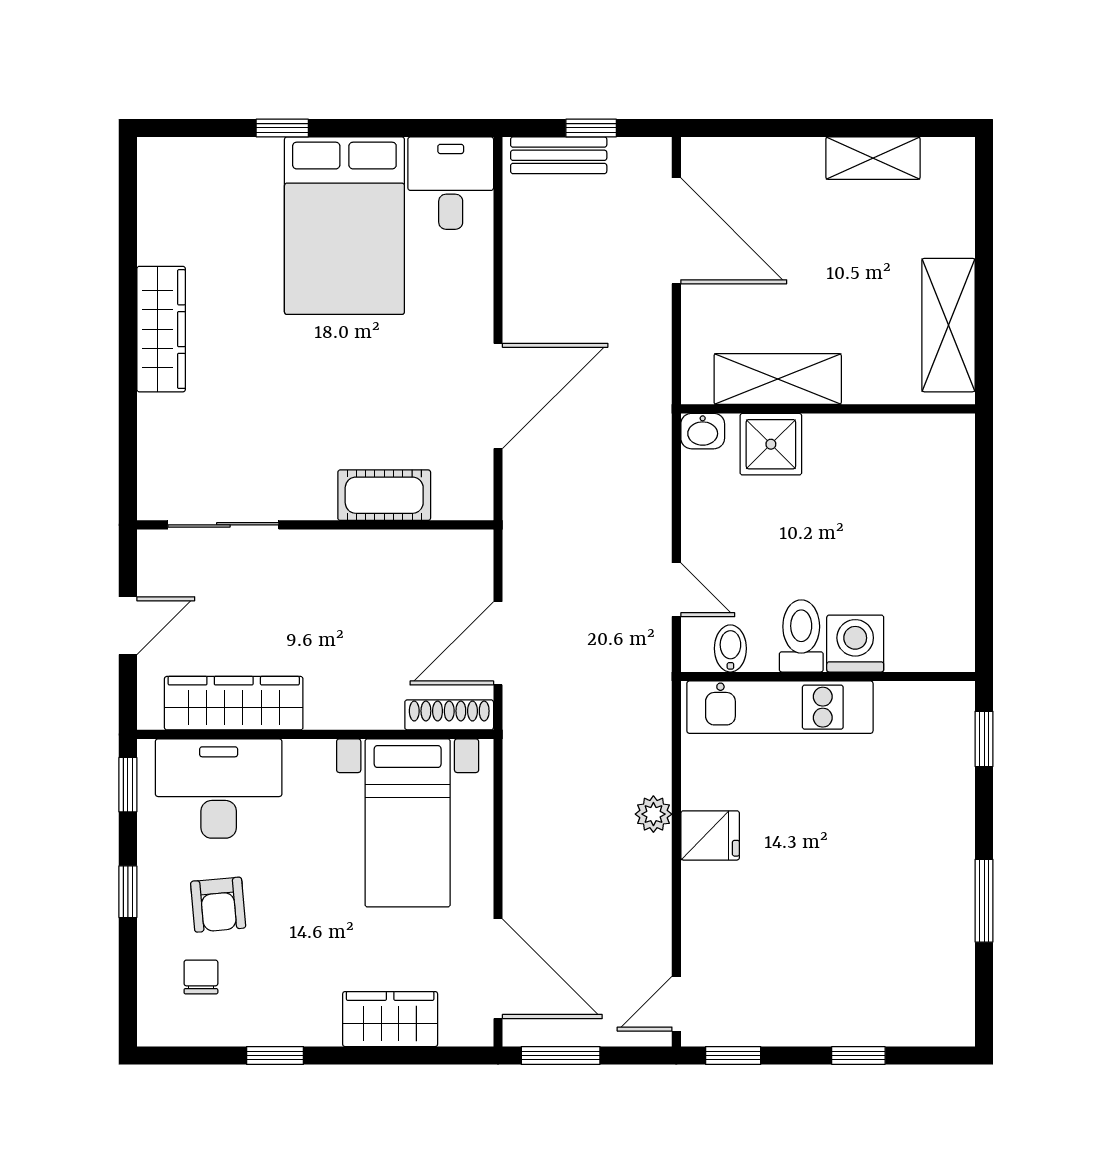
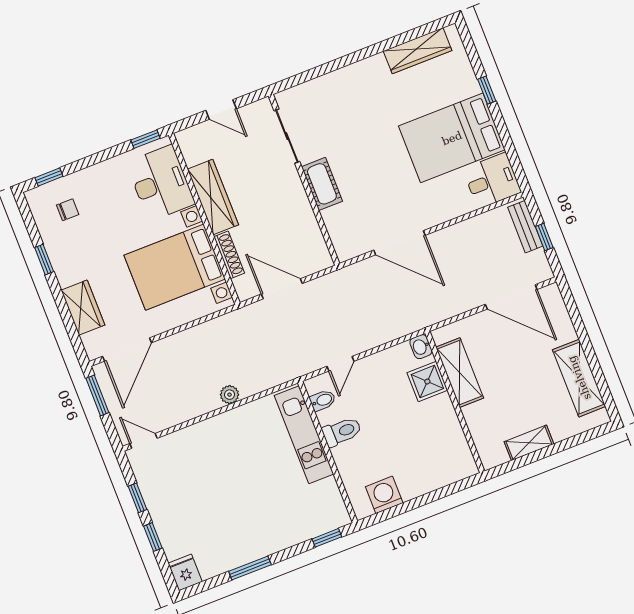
shelving: (873, 158) -> (579, 378), width x1.50, depth x1.33
door: (676, 231) -> (511, 297), hinge flipped
shelving: (948, 325) -> (529, 443), width x0.67, depth x0.75
wardrobe: (161, 329) -> (418, 51), moved
cot: (384, 495) -> (322, 184), moved
washing machine: (855, 644) -> (384, 495), moved, turned -90
wardrobe: (234, 703) -> (213, 197), moved
shoe rack: (449, 715) -> (229, 255), moved
bed with nightstands: (408, 823) -> (175, 267), width x1.36
fridge: (710, 835) -> (185, 572), moved, turned 180
window: (128, 892) -> (49, 177), moved
armchair: (218, 905) -> (105, 204), removed
window: (733, 1056) -> (137, 498), moved

